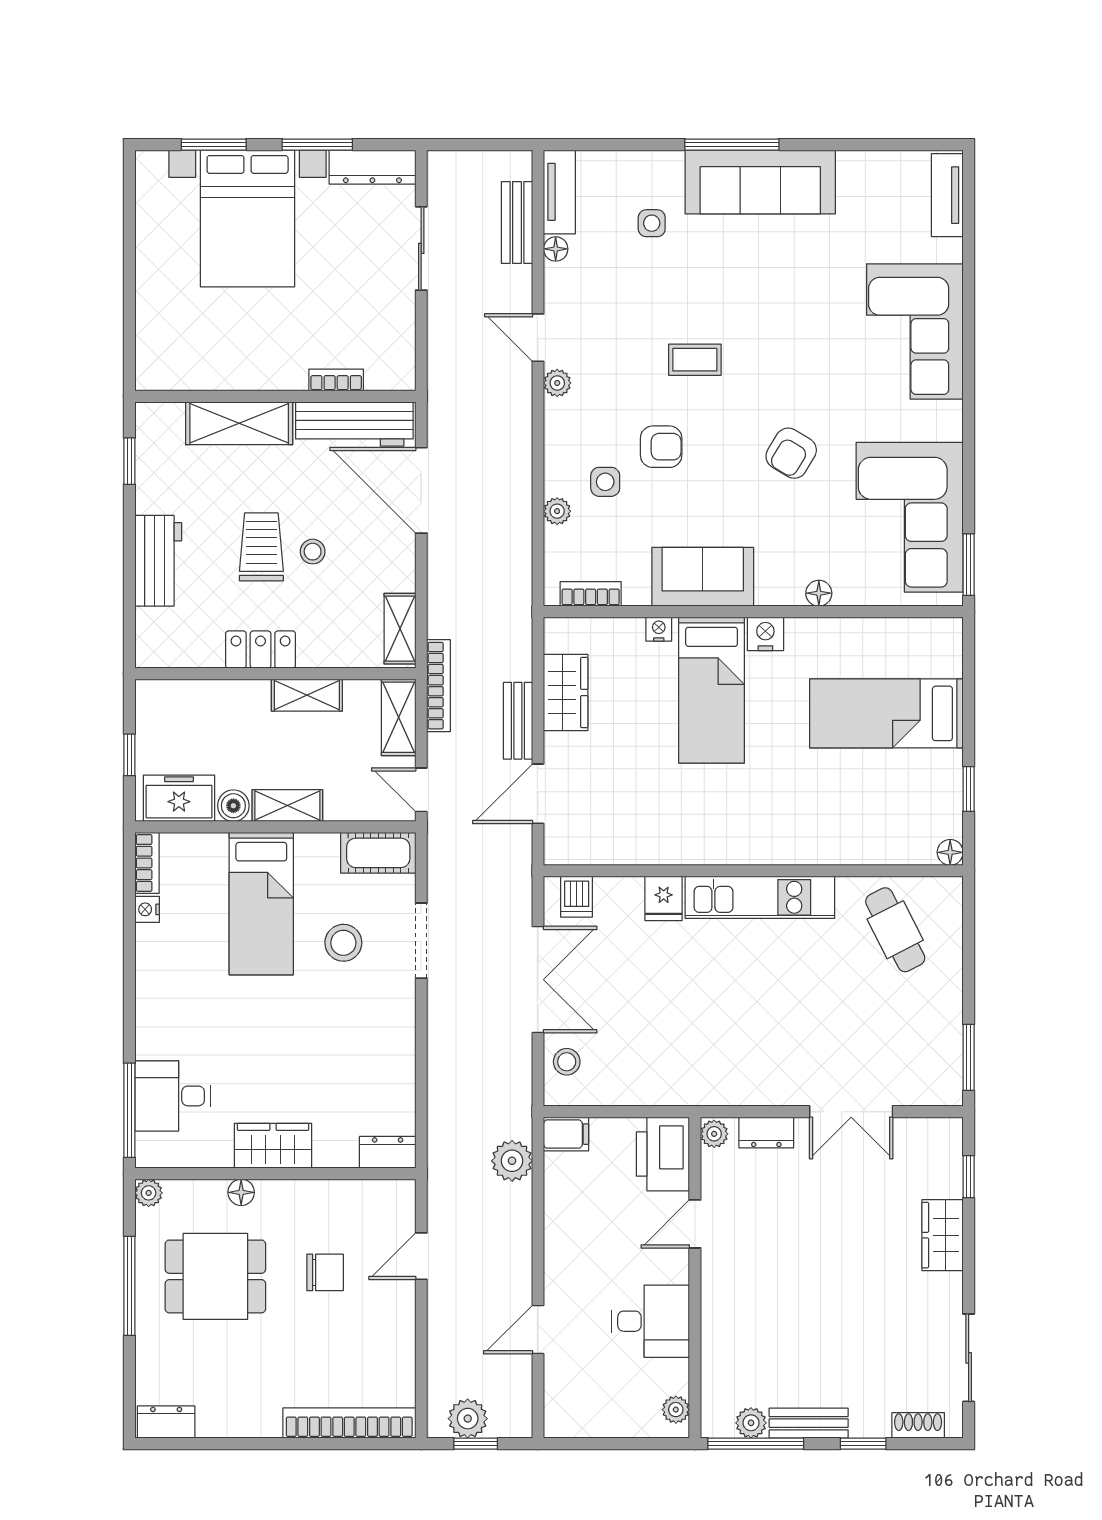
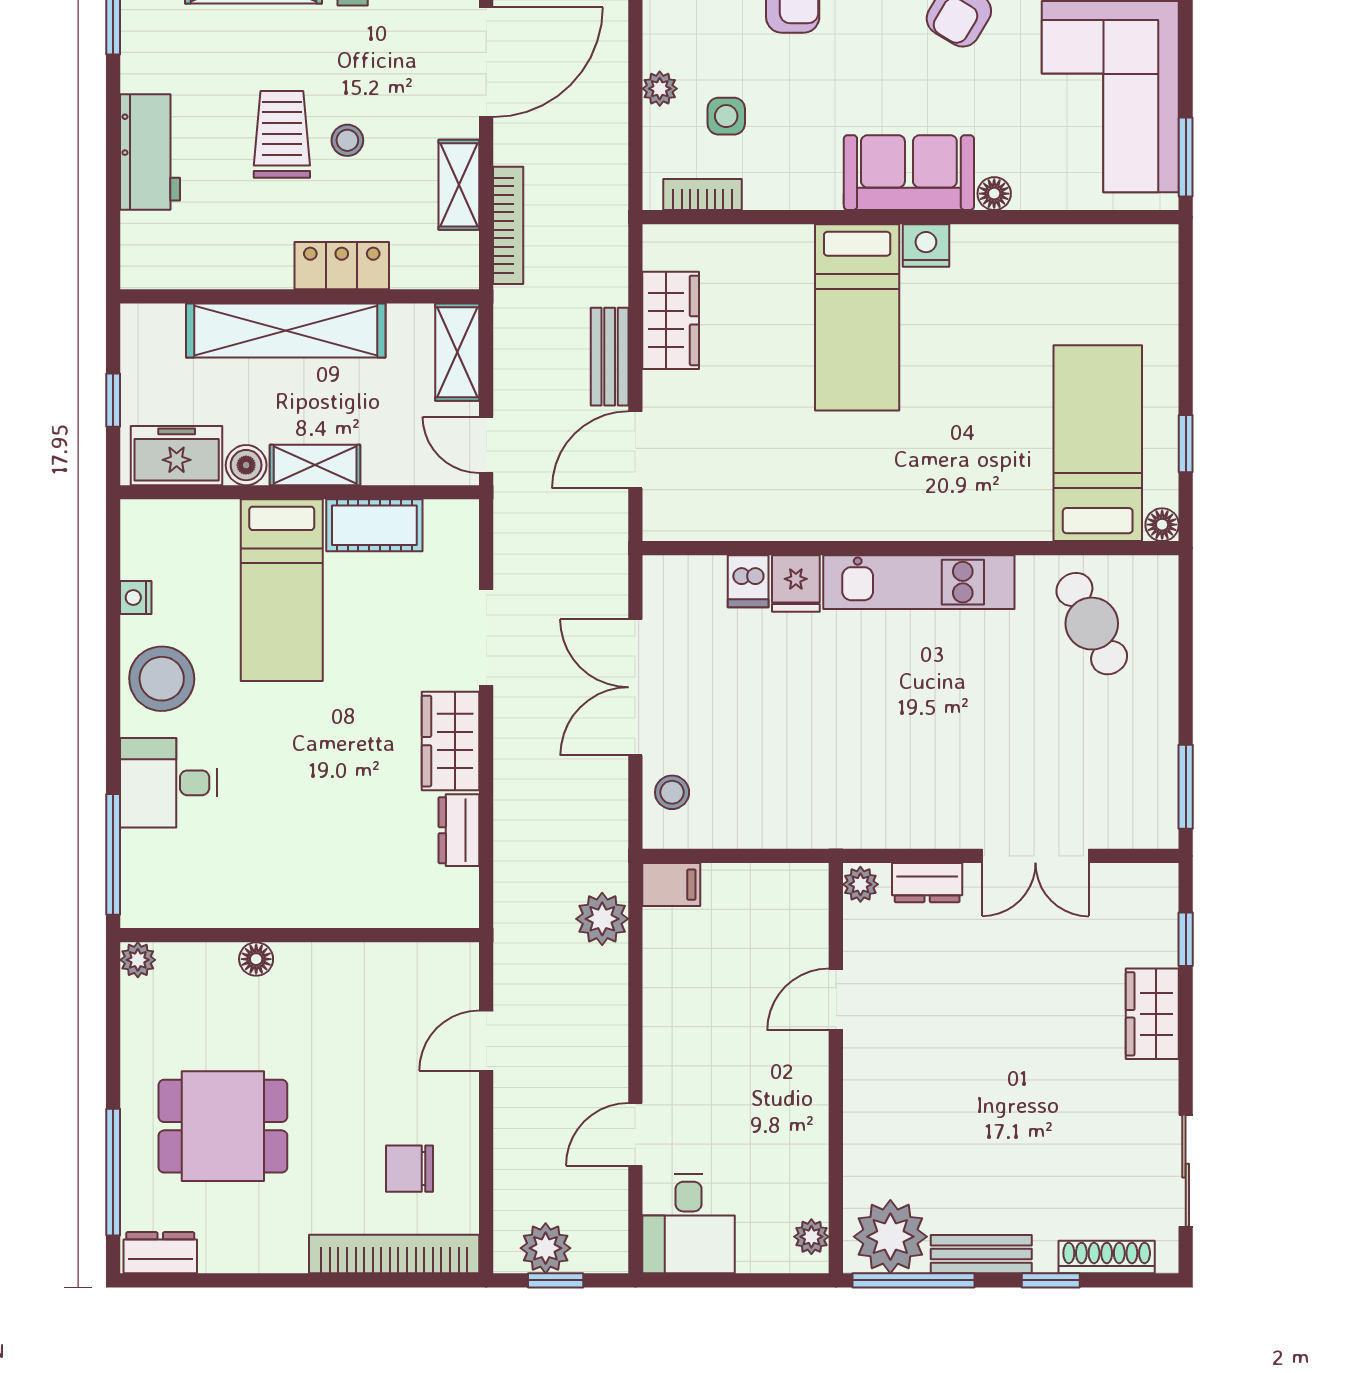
side table: (605, 482) -> (726, 116), moved
door: (421, 490) -> (486, 62), swing flipped
sofa: (703, 577) -> (909, 173), moved
shelving: (400, 629) -> (459, 185), moved
nightstand: (659, 629) -> (790, 240), removed
locker: (261, 650) -> (342, 266), moved
bookcase: (438, 686) -> (508, 225), moved
shelving: (307, 695) -> (286, 331), width x2.20, depth x1.33
bed: (886, 713) -> (1098, 443), moved, turned 90
cot: (378, 853) -> (374, 525), moved
bookcase: (147, 863) -> (136, 538), removed
dishwasher: (577, 897) -> (748, 581), moved
stool: (343, 943) -> (162, 679), moved, width x1.38, depth x1.38
double door: (538, 980) -> (635, 687), swing flipped
desk: (173, 1096) -> (168, 783), moved
wardrobe: (273, 1146) -> (451, 741), moved, turned -90
dresser: (388, 1152) -> (459, 830), moved, turned -90
printer: (663, 1154) -> (795, 910), removed
chair: (325, 1272) -> (409, 1169), moved, turned 180
dining table: (215, 1276) -> (223, 1126), moved
window: (129, 1286) -> (113, 1172), moved
desk: (650, 1321) -> (689, 1223), moved, turned 90
plant: (751, 1423) -> (890, 1237), width x1.88, depth x1.88
shoe rack: (918, 1425) -> (1107, 1257), width x1.43

